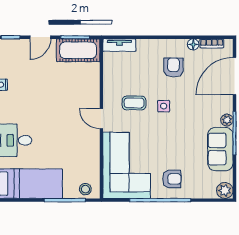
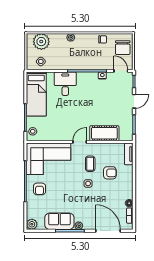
door: (40, 37) -> (134, 101), swing flipped
cot: (78, 50) -> (104, 133), moved, turned 90
armchair: (173, 67) -> (110, 173), moved

